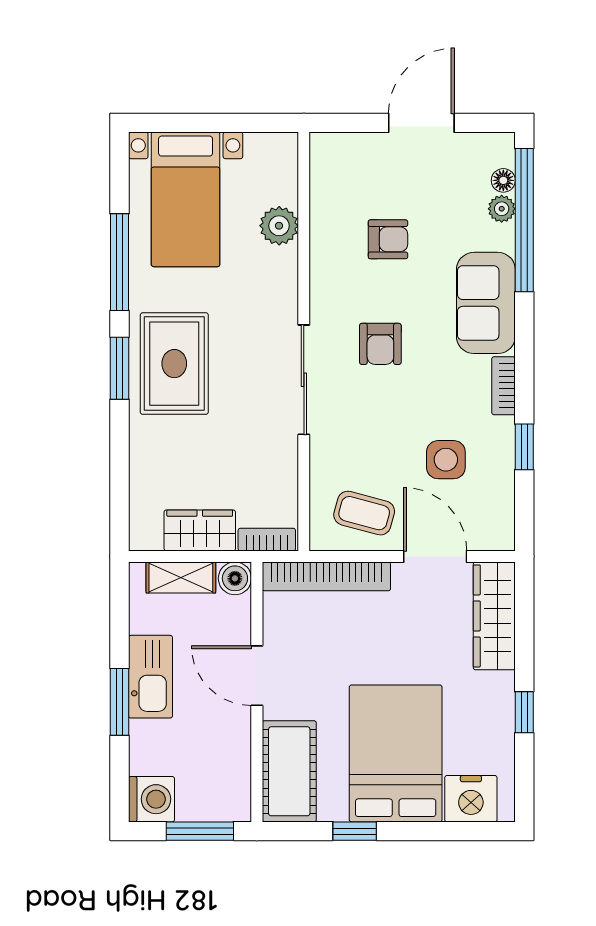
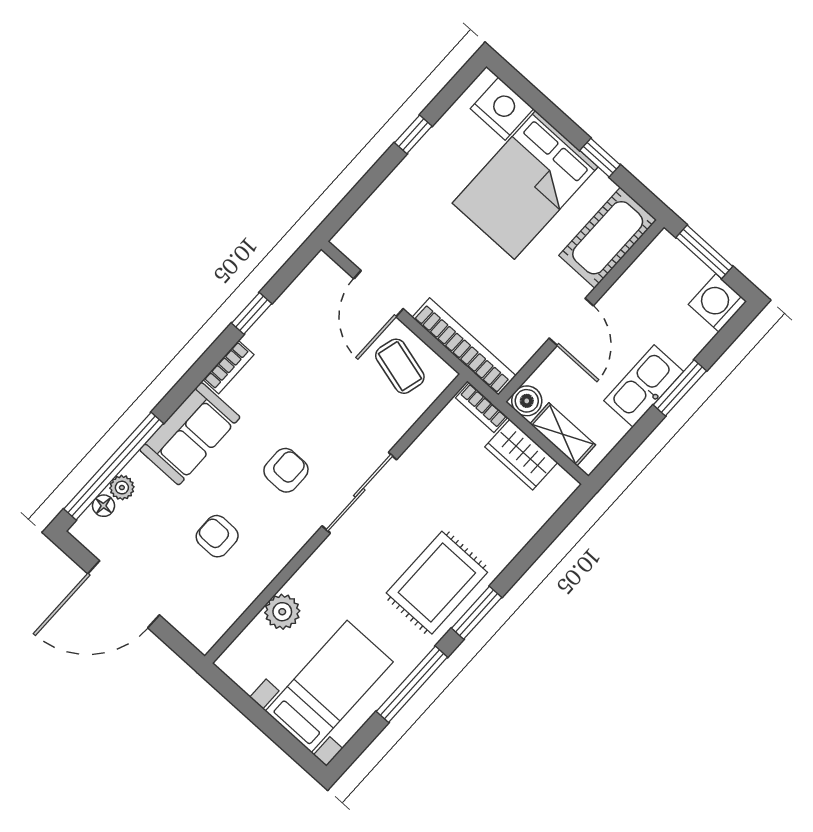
door: (421, 123) -> (124, 594), width x1.36
side table: (446, 460) -> (312, 352), removed
wardrobe: (494, 616) -> (375, 218), removed

